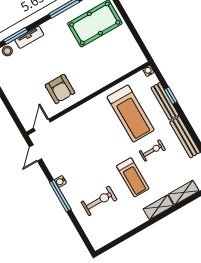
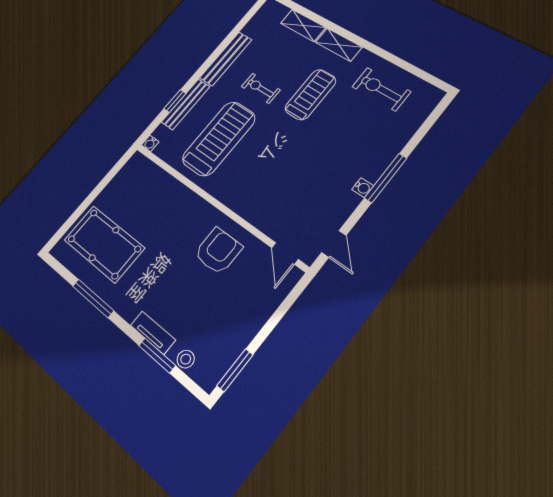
door: (42, 125) -> (285, 253), hinge flipped
door: (35, 153) -> (334, 244), hinge flipped
exercise bike: (99, 201) -> (381, 89), moved

